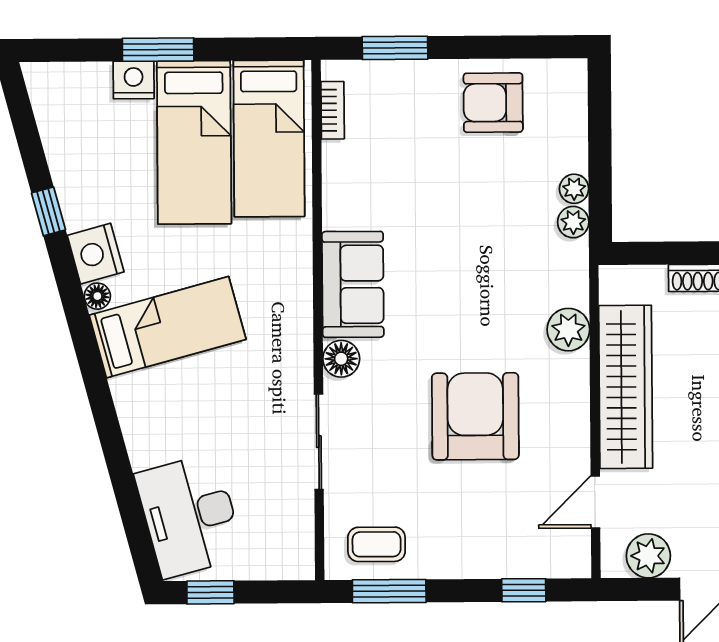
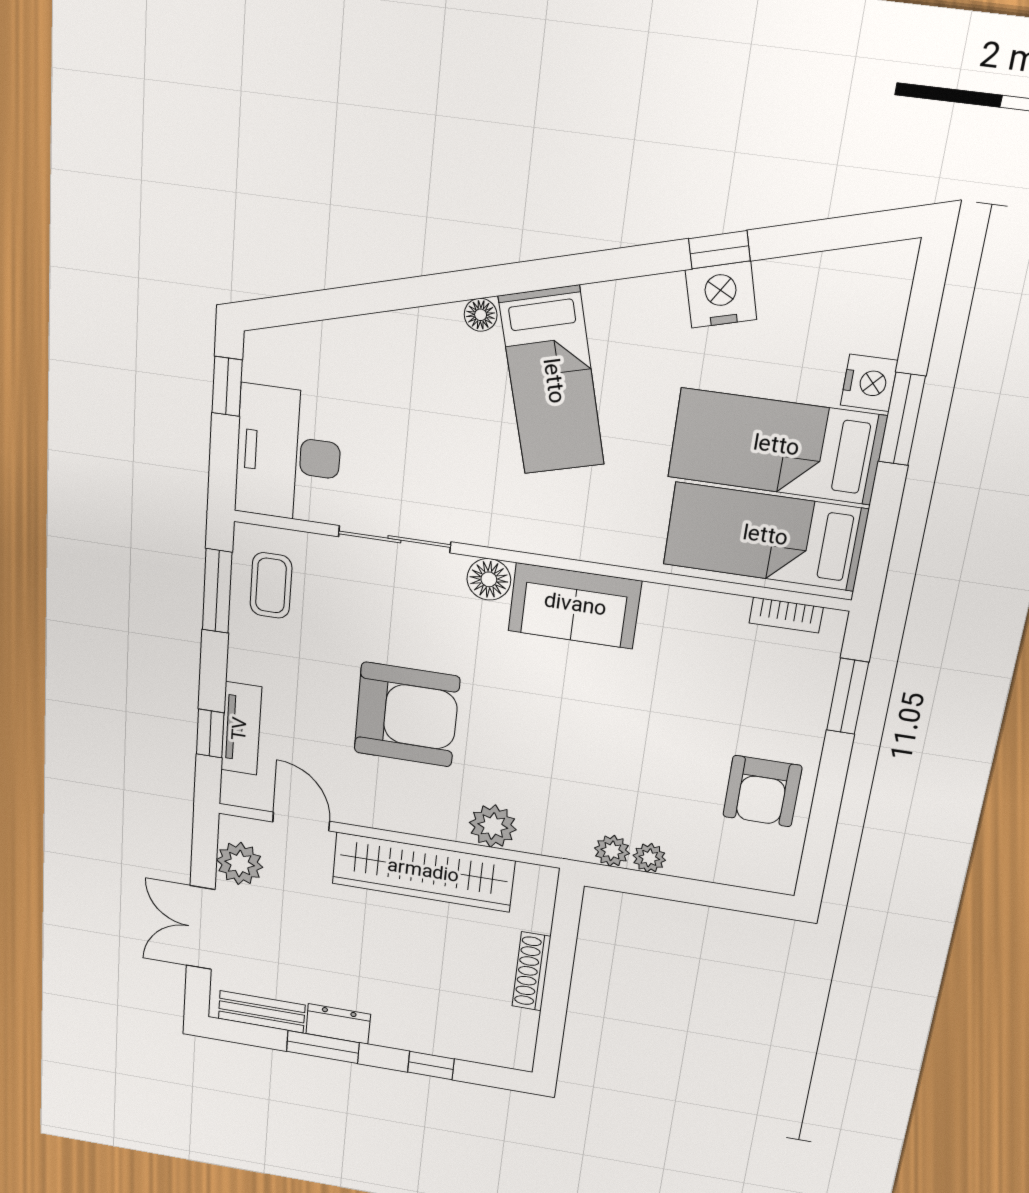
armchair: (493, 103) -> (762, 791), turned 180
nightstand: (96, 254) -> (721, 295), moved
floor lamp: (97, 296) -> (481, 315), moved
desk: (189, 516) -> (288, 454), moved, turned -75
tv unit: (514, 562) -> (241, 729), added

